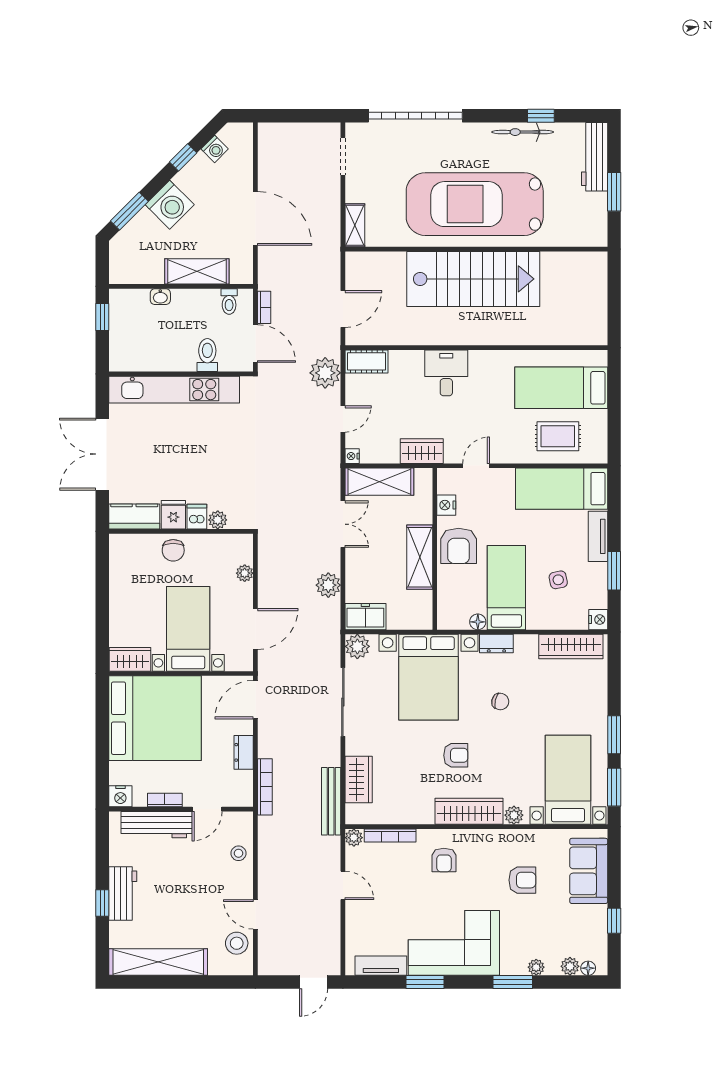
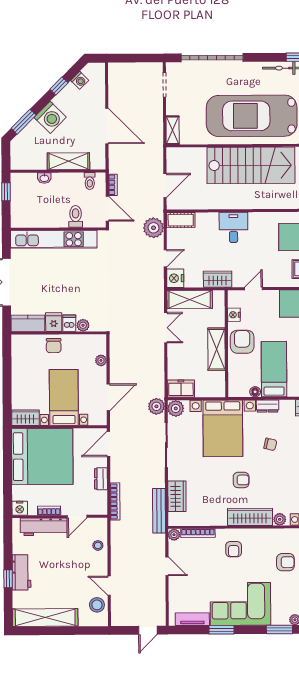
nightstand: (352, 456) -> (175, 278), width x1.89, depth x1.79
armchair: (459, 546) -> (242, 342), turned 180
plant: (328, 585) -> (156, 406), moved

